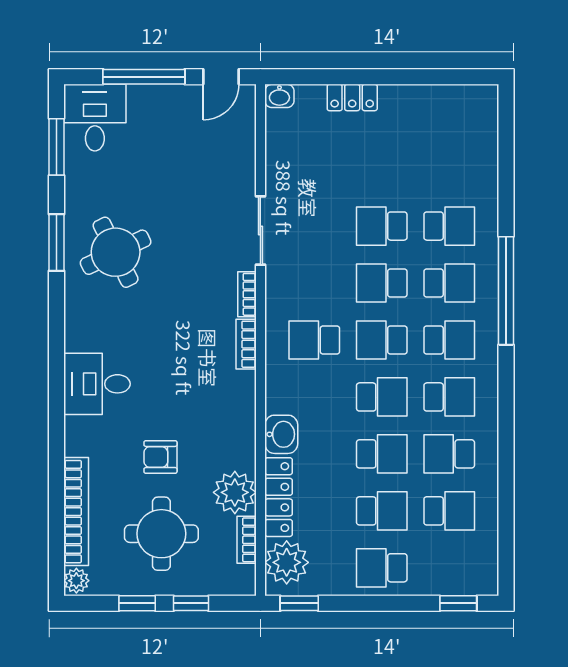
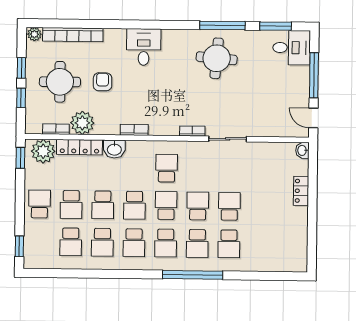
window: (56, 242) -> (222, 26), width x1.44
round table: (116, 252) -> (217, 58), turned 31
bookcase: (246, 344) -> (134, 130), moved
school desk: (449, 454) -> (102, 242), turned 180

